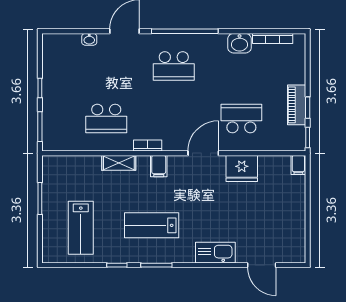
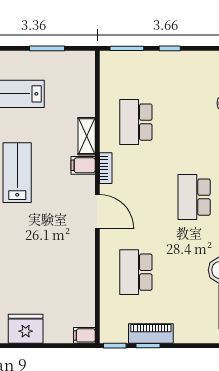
school desk: (241, 118) -> (136, 272), turned 180
door: (203, 153) -> (97, 211), moved
filing cabinet: (159, 166) -> (83, 165), moved
fridge: (242, 168) -> (26, 329), moved, turned 90

